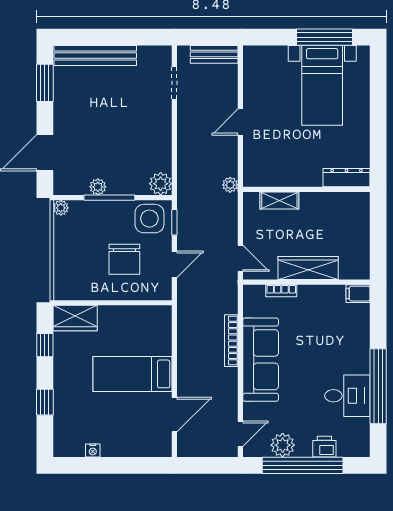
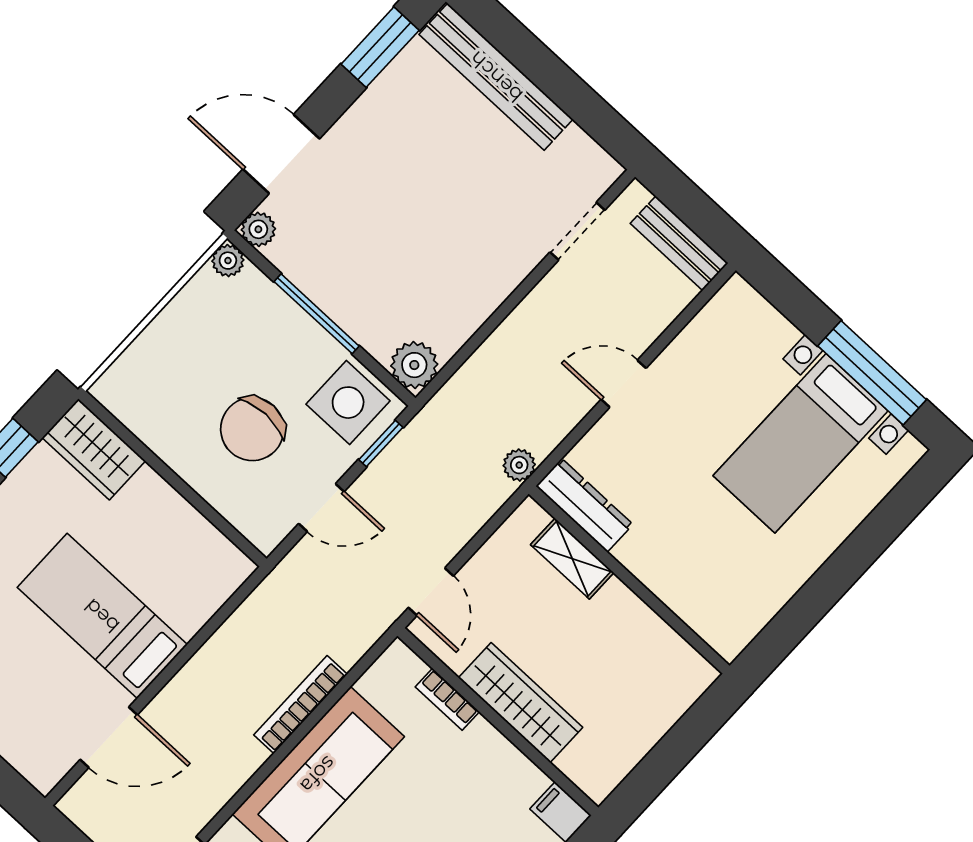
dresser: (347, 178) -> (584, 505), moved
plant: (98, 187) -> (258, 229), moved

